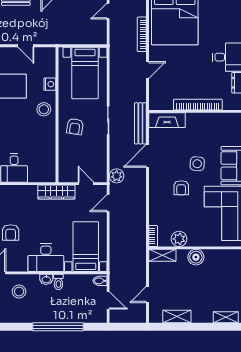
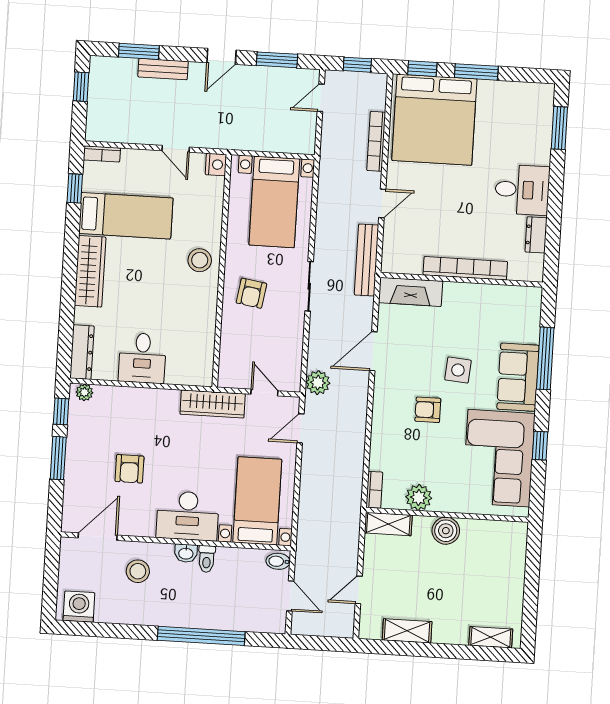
nightstand: (50, 84) -> (216, 164), moved
bench: (140, 123) -> (367, 260), moved
armchair: (181, 188) -> (428, 410), turned 90

